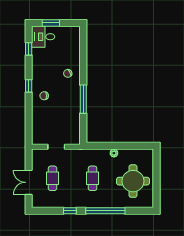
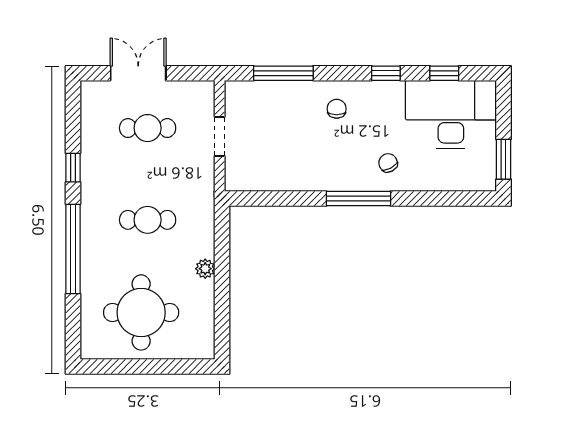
window: (51, 23) -> (504, 159), moved
desk: (43, 37) -> (451, 114), width x1.87, depth x1.30
window: (29, 86) -> (386, 73), moved
window: (83, 99) -> (358, 199), moved
window: (29, 119) -> (283, 73), added

